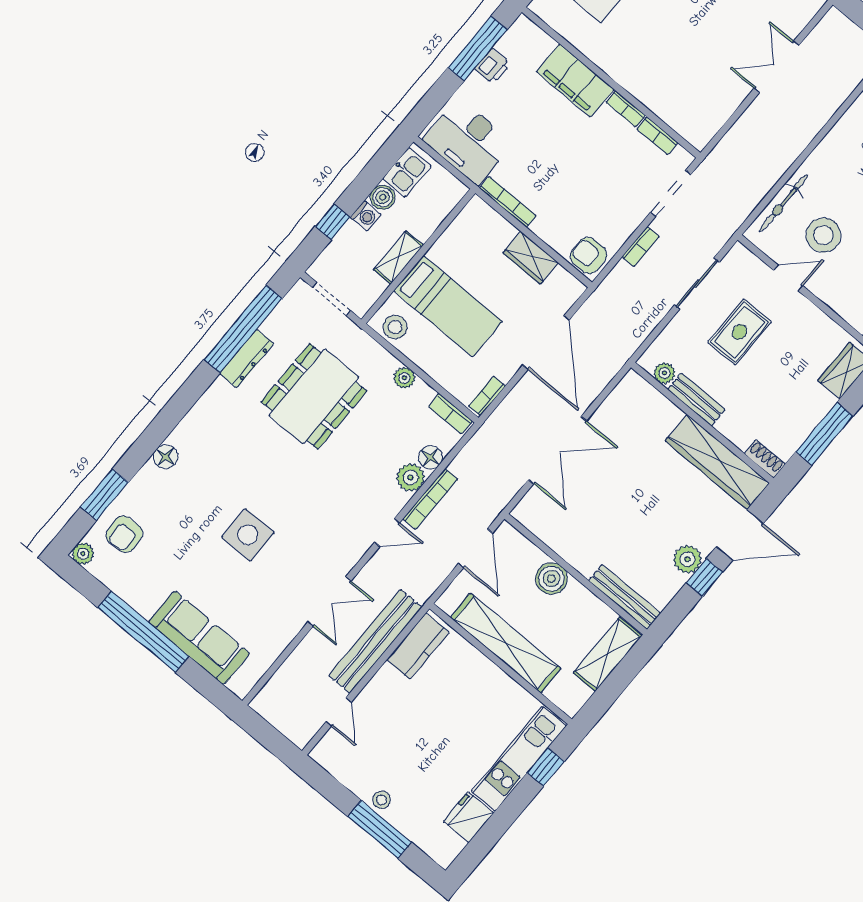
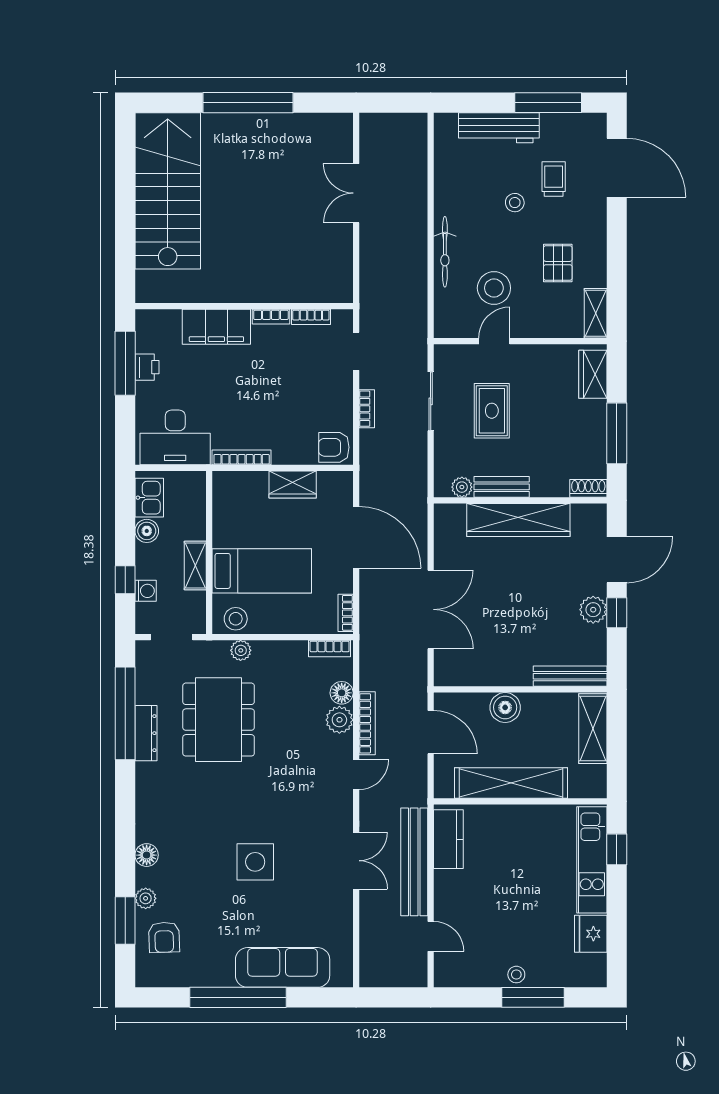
doorway: (671, 193) -> (356, 351), width x0.73
bicycle: (783, 203) -> (445, 252), moved
washing machine: (366, 216) -> (146, 591), moved
plant: (404, 378) -> (241, 650), moved
wardrobe: (717, 462) -> (518, 520), moved
plant: (83, 554) -> (146, 898), moved

